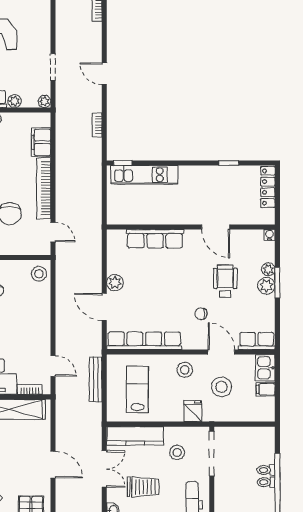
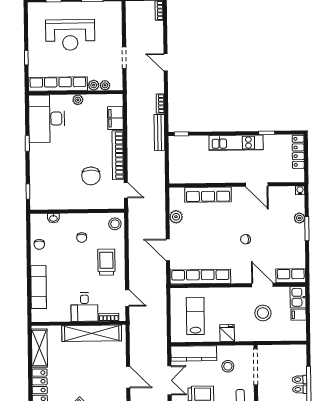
plant: (44, 101) -> (105, 85), moved
kitchen unit: (144, 175) -> (236, 143), moved
wheelchair: (225, 281) -> (265, 228), removed
plant: (115, 283) -> (176, 217), moved
plant: (266, 286) -> (298, 231), removed
chair: (201, 314) -> (245, 239), moved
trolley: (28, 321) -> (106, 262), added
stool: (185, 370) -> (233, 300), removed
bench: (96, 379) -> (159, 132), moved
fridge: (193, 411) -> (227, 333), moved

